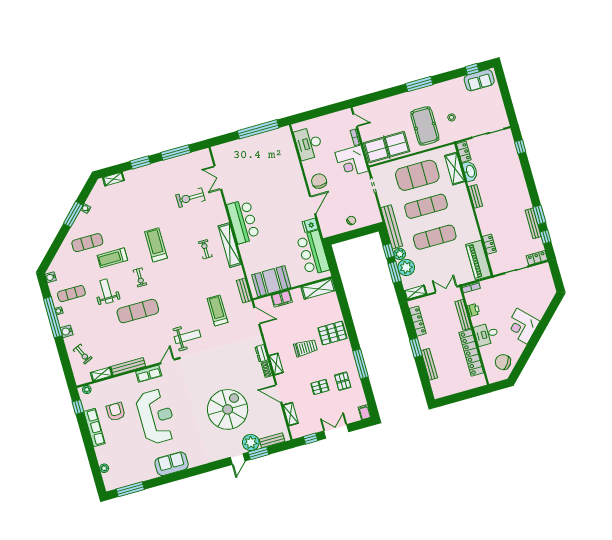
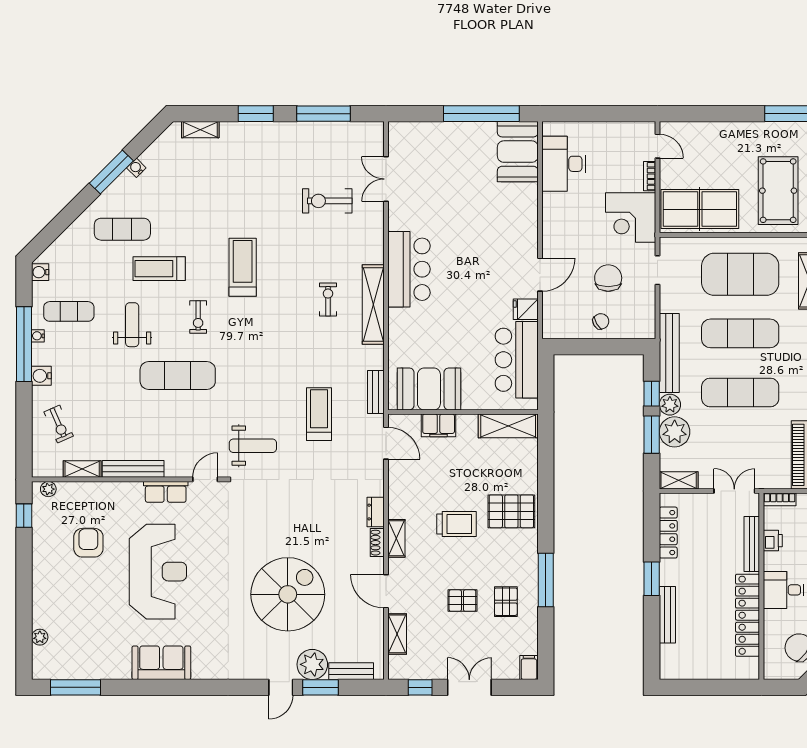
booth: (283, 144) -> (518, 152), added
chair: (319, 181) -> (608, 278), moved
row of seats: (94, 428) -> (43, 560), removed

